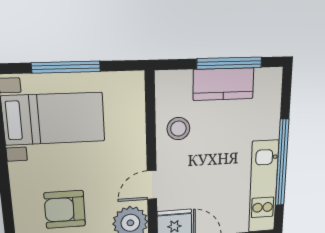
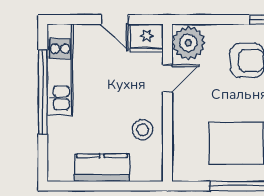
window: (229, 63) -> (97, 186), removed

